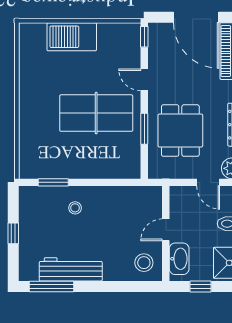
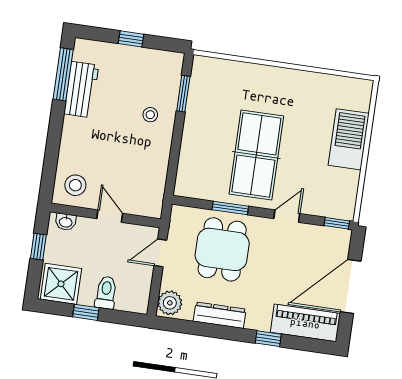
dining table: (180, 131) -> (222, 249), turned 90
door: (208, 182) -> (160, 253), moved
washbasin: (179, 259) -> (66, 222), width x0.52, depth x0.69
workbench: (71, 269) -> (81, 90), width x0.73

